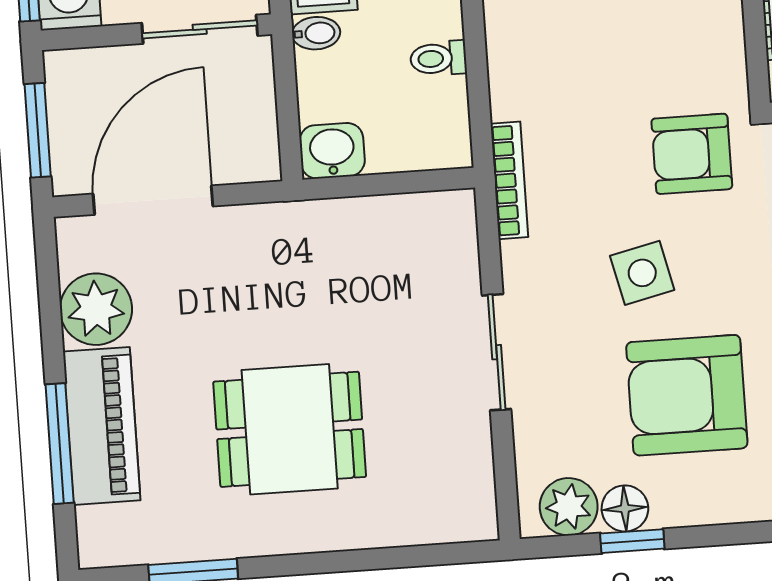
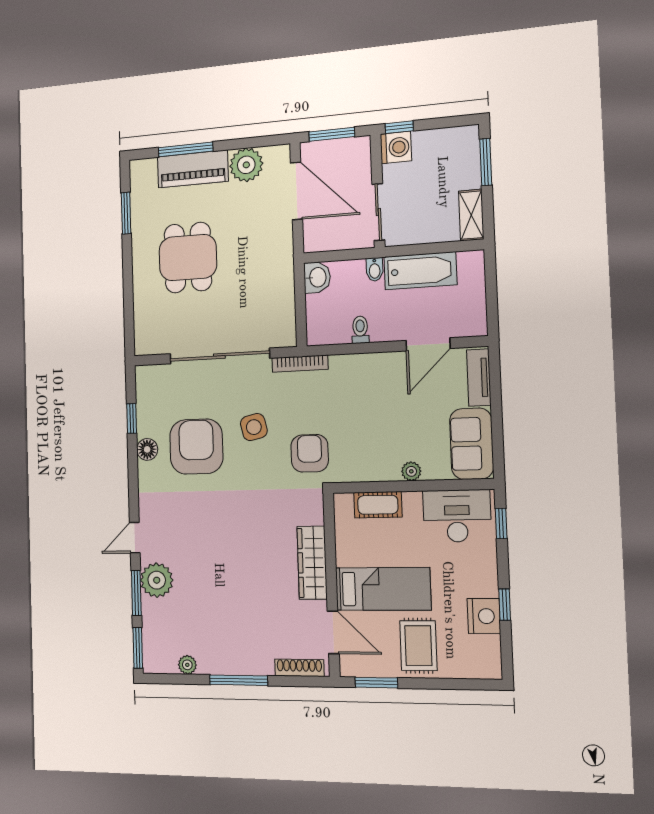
sliding door: (497, 352) -> (219, 356), width x1.86
plant: (569, 507) -> (148, 389), removed
floor lamp: (625, 508) -> (147, 449), moved

